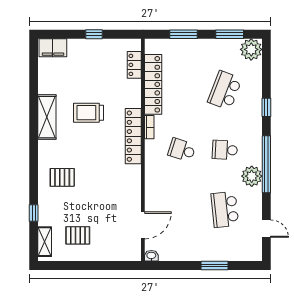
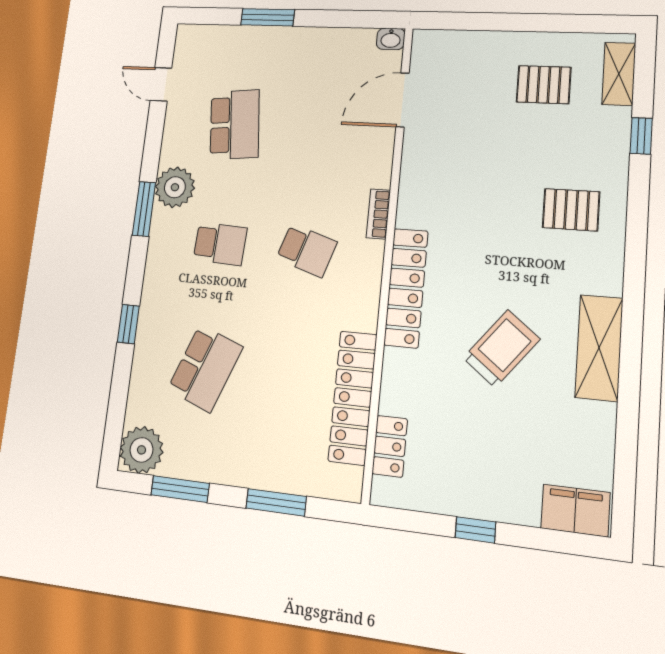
trolley: (88, 113) -> (501, 349), turned -52
bookcase: (149, 127) -> (378, 214), moved
window: (266, 164) -> (144, 209), width x0.47

